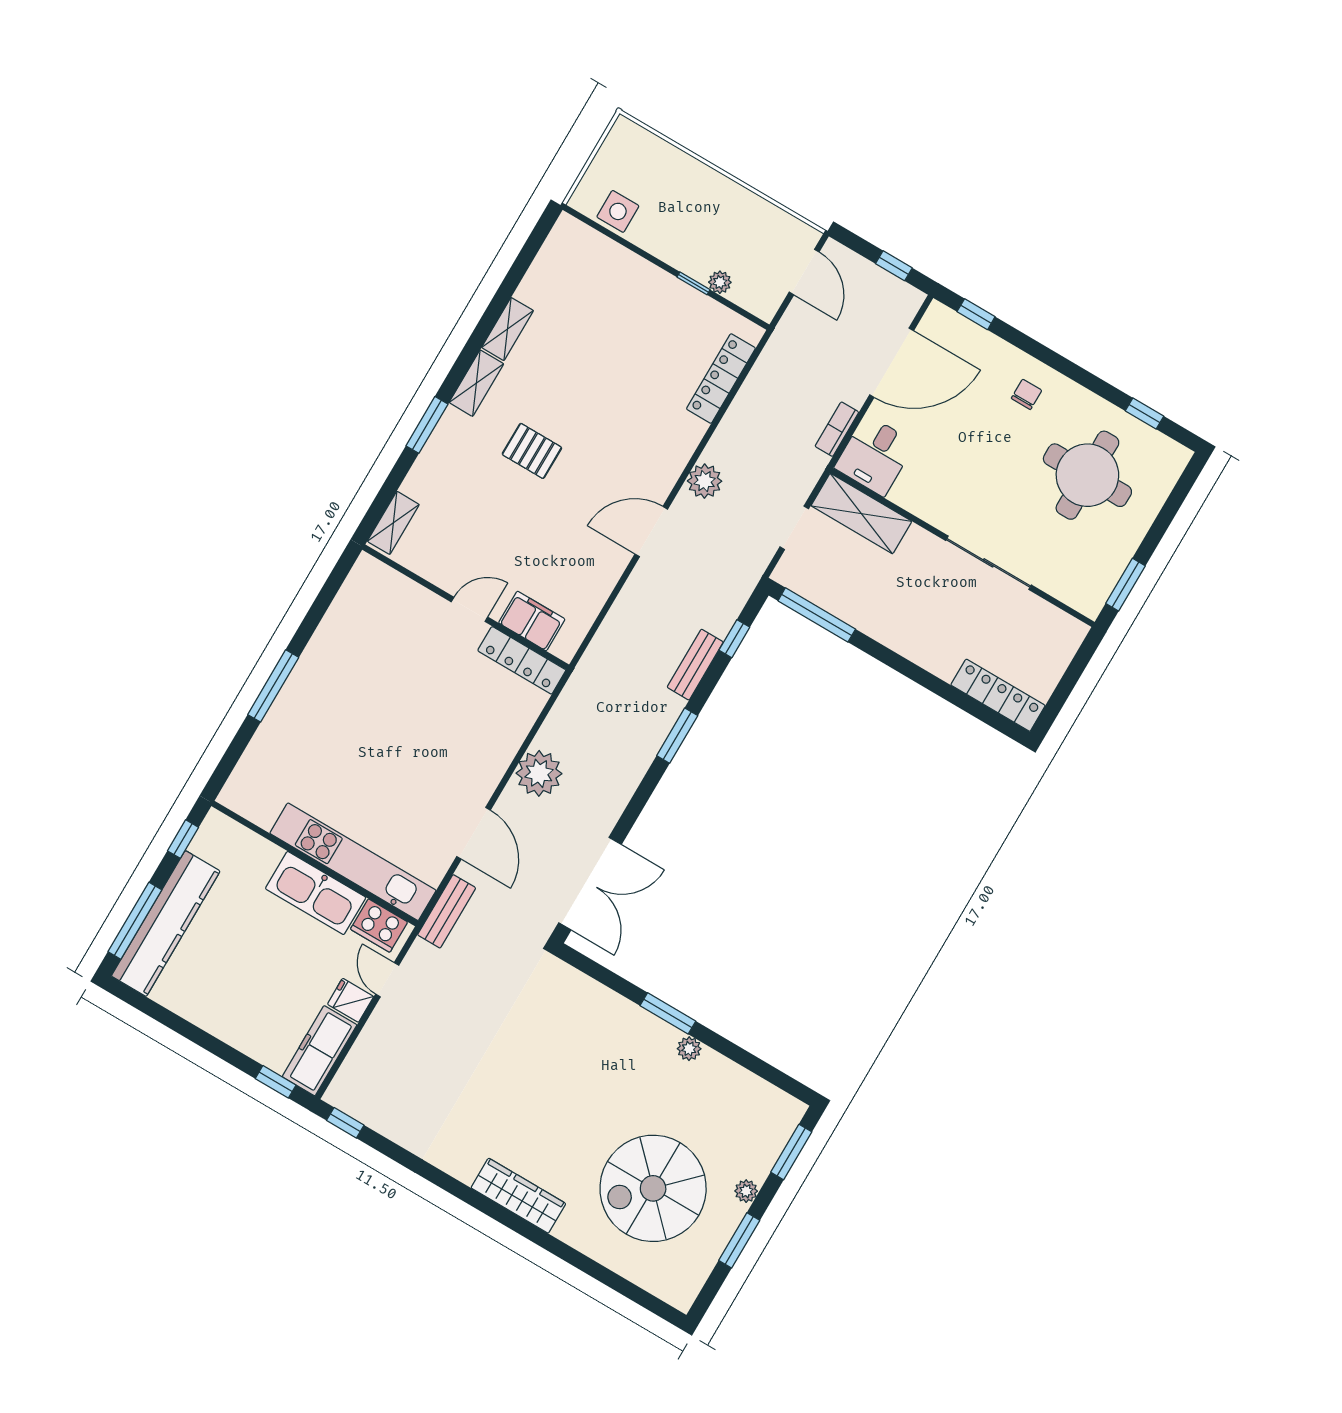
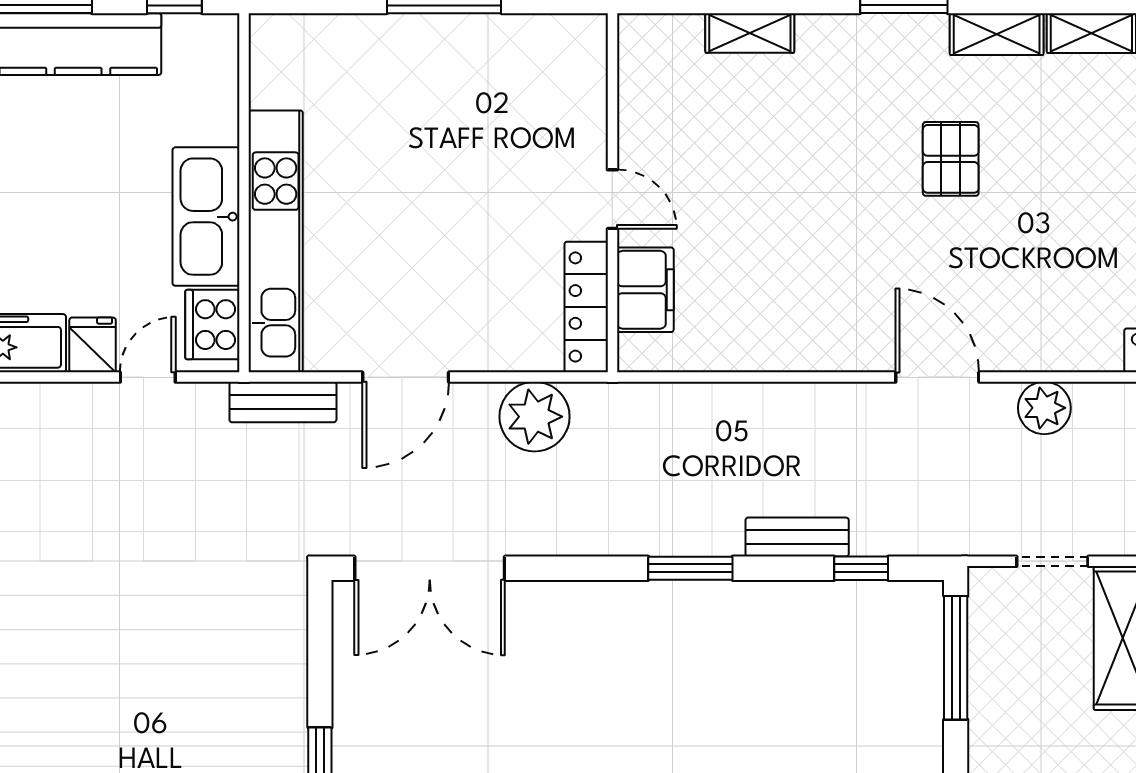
wall: (466, 607) -> (612, 193), moved
door: (469, 609) -> (612, 199), moved
filing cabinet: (532, 621) -> (645, 290), moved
locker: (522, 660) -> (586, 307), moved

